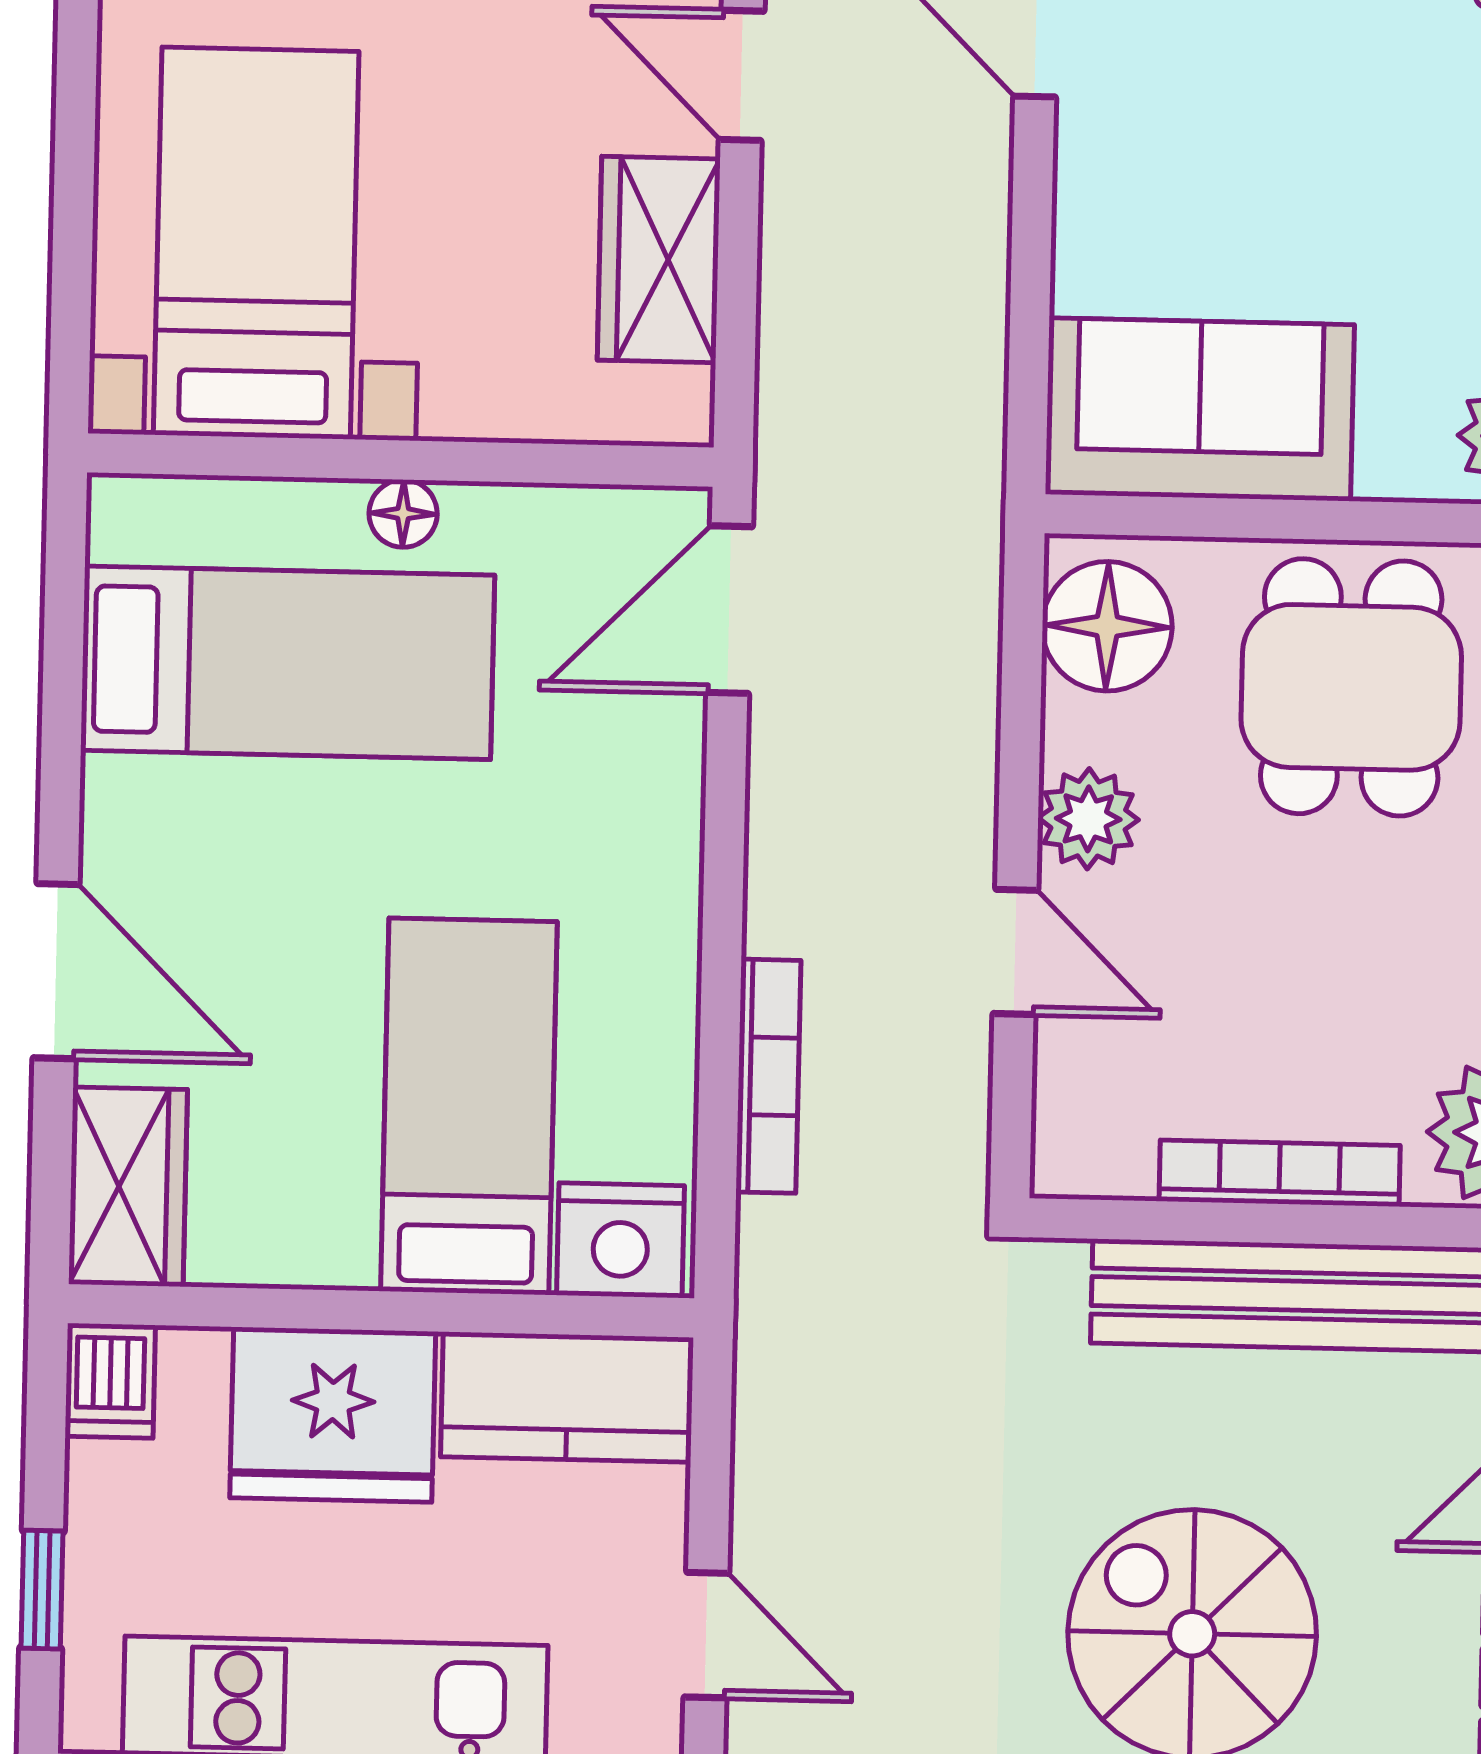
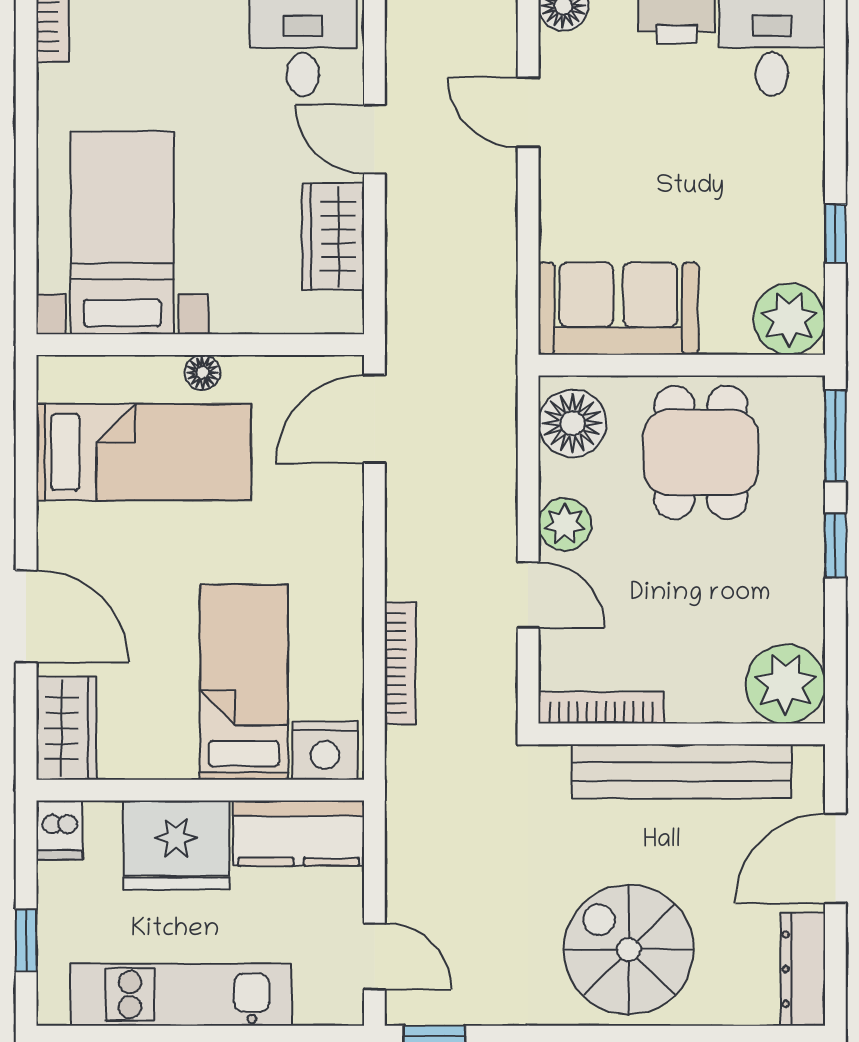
bookcase: (1280, 1173) -> (601, 708), moved

